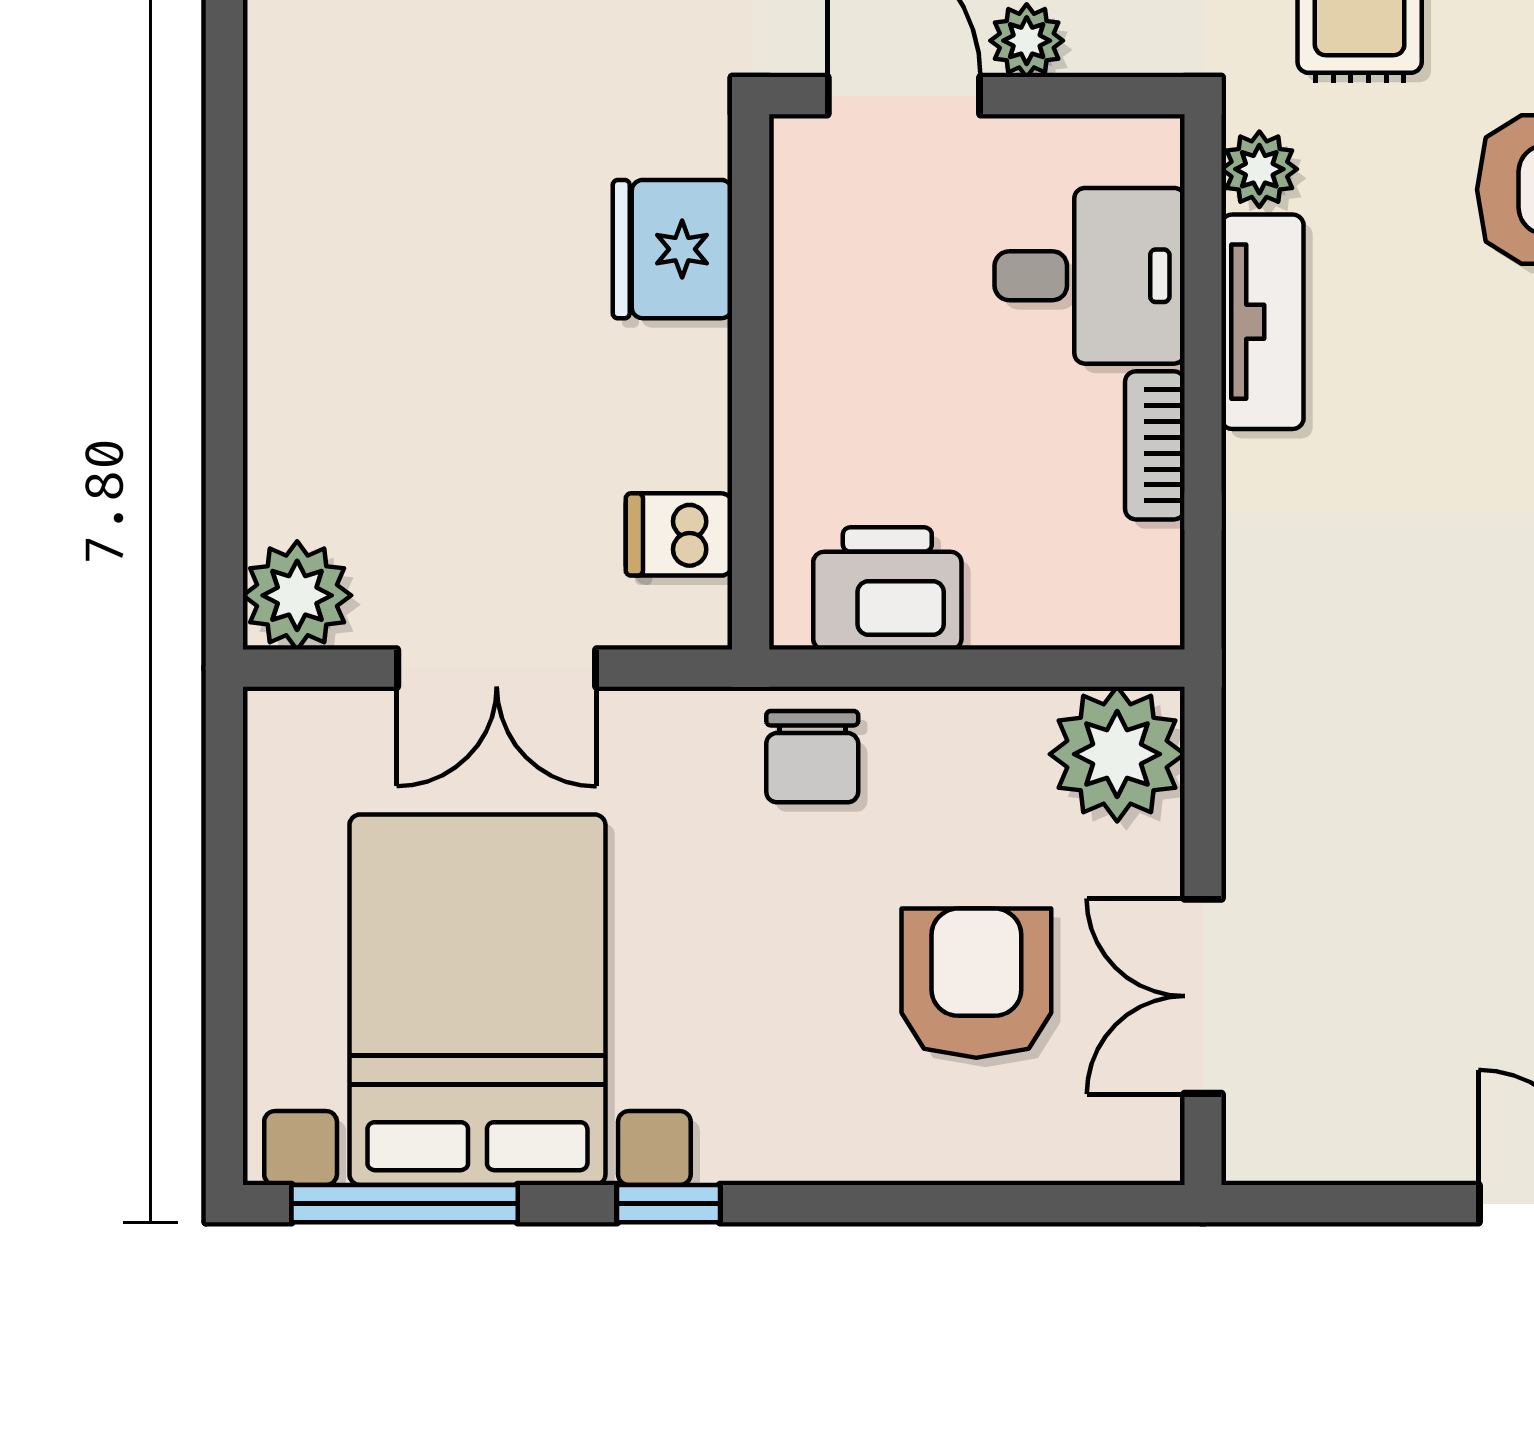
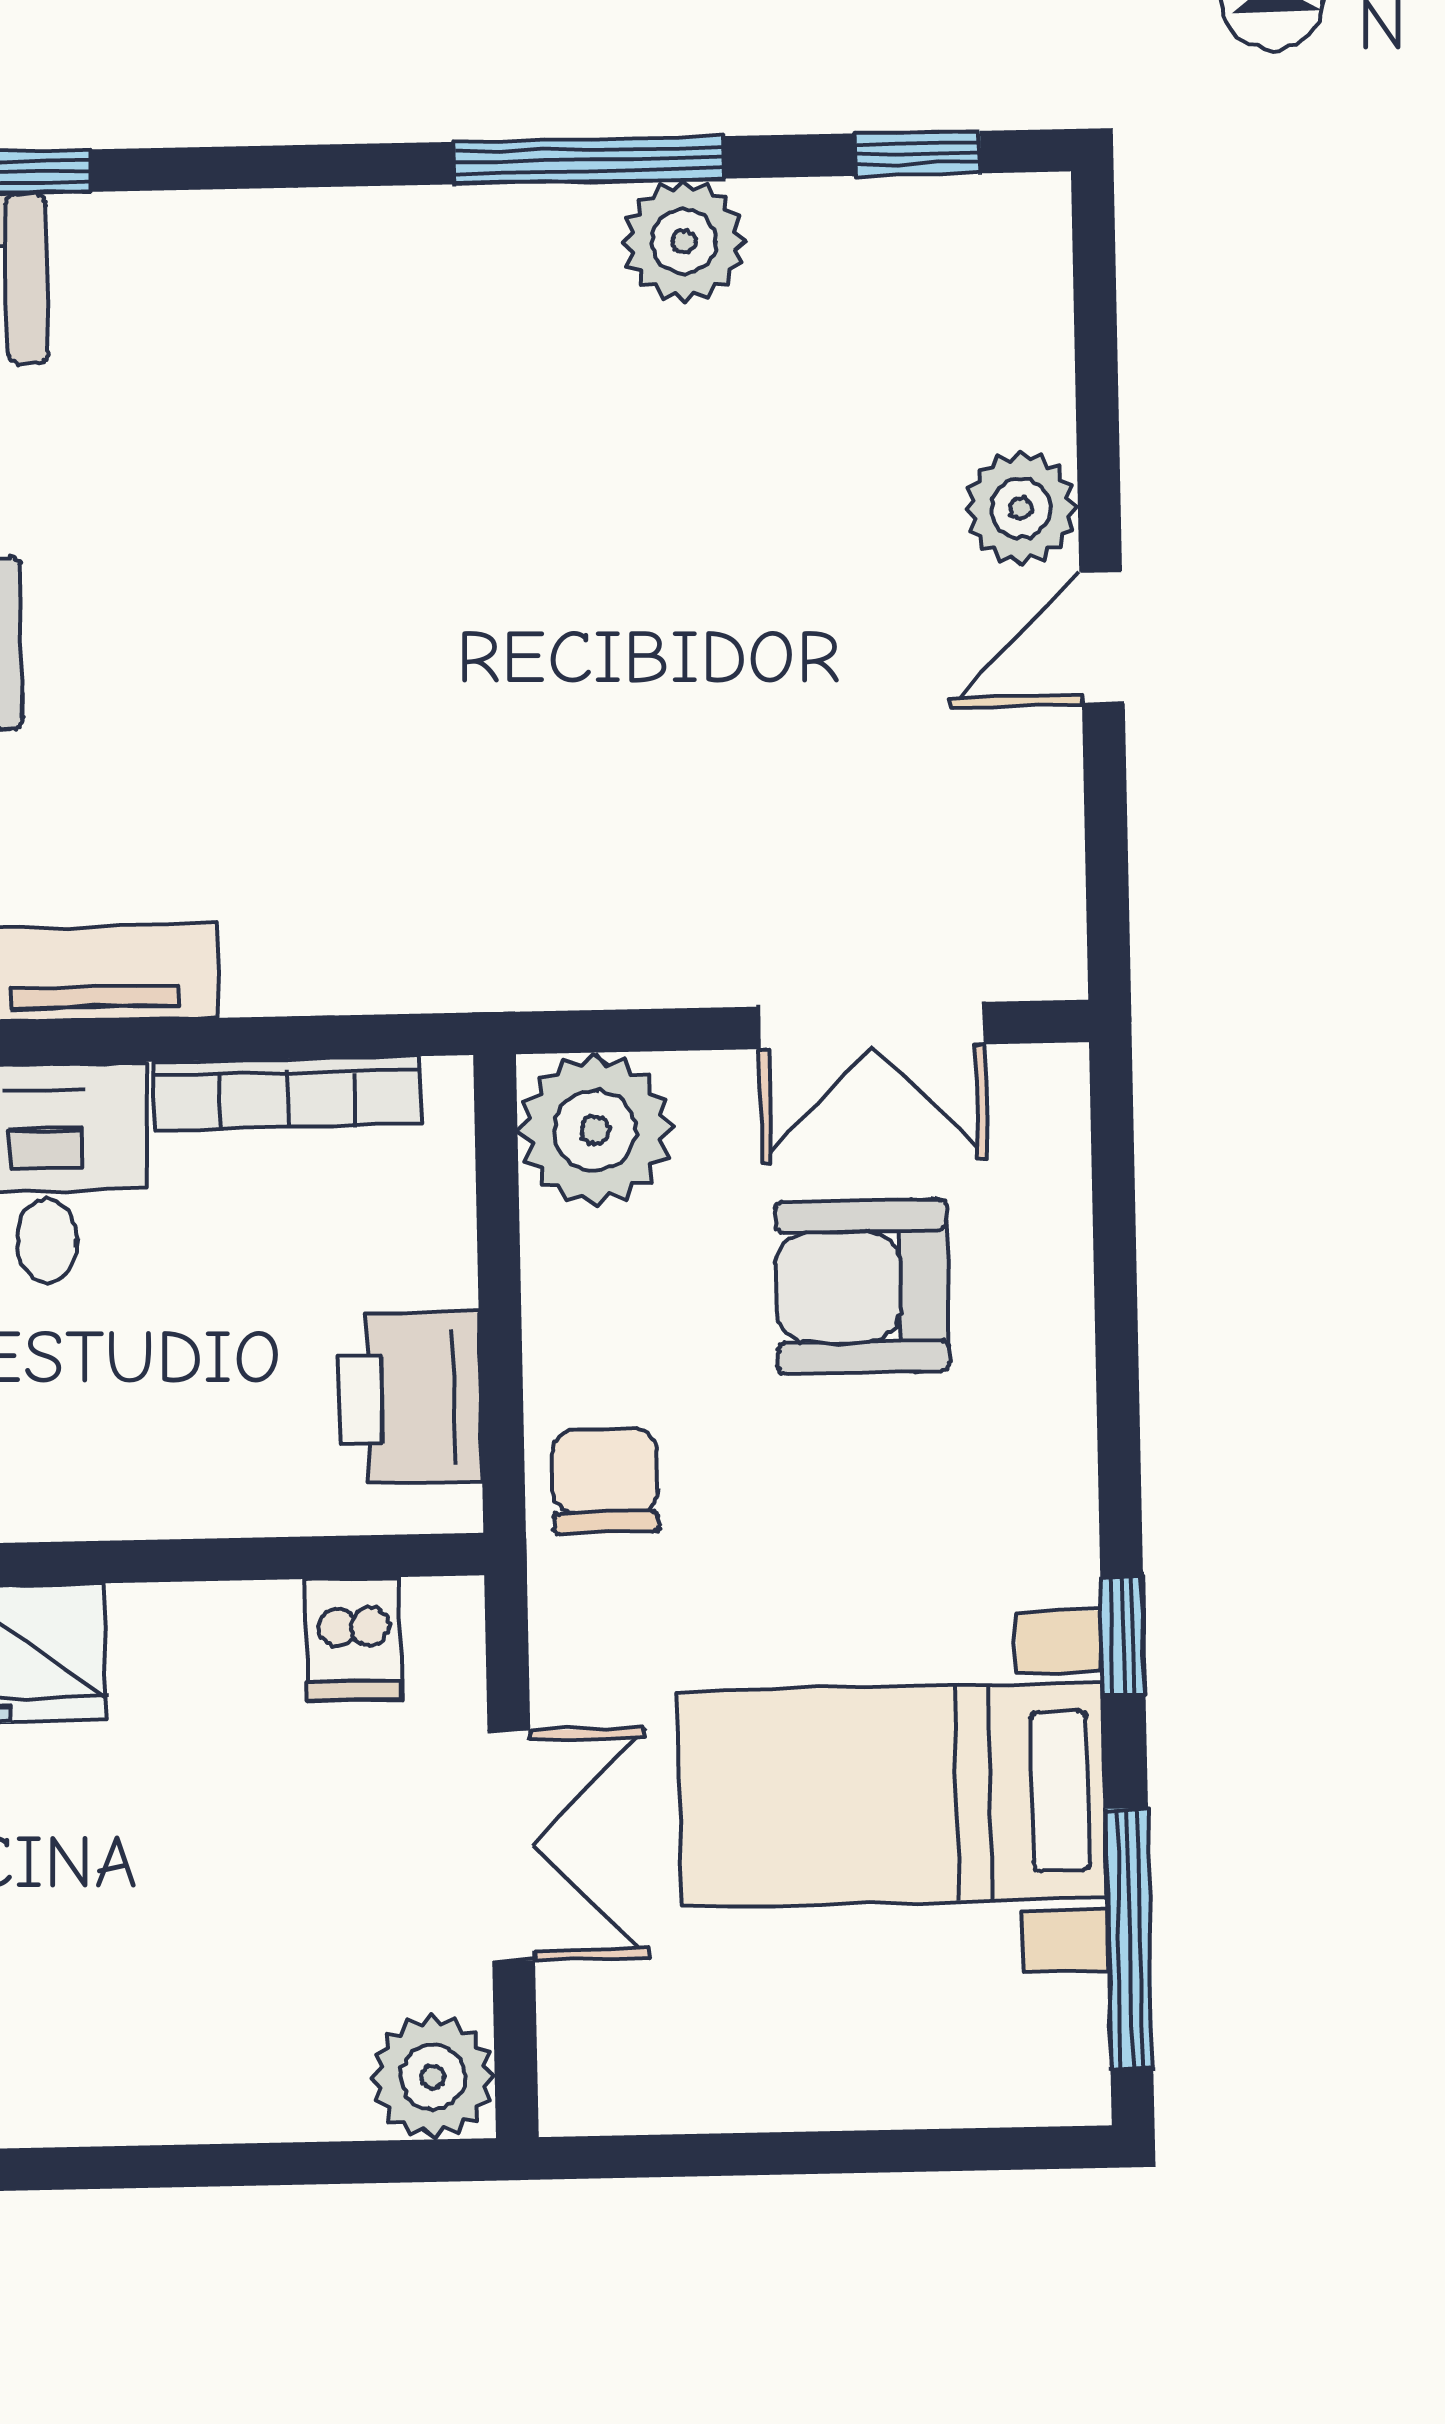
bookcase: (1155, 445) -> (287, 1093), width x1.56
chair: (812, 757) -> (605, 1481), turned -90
bed with nightstands: (477, 1000) -> (892, 1795), width x0.73

